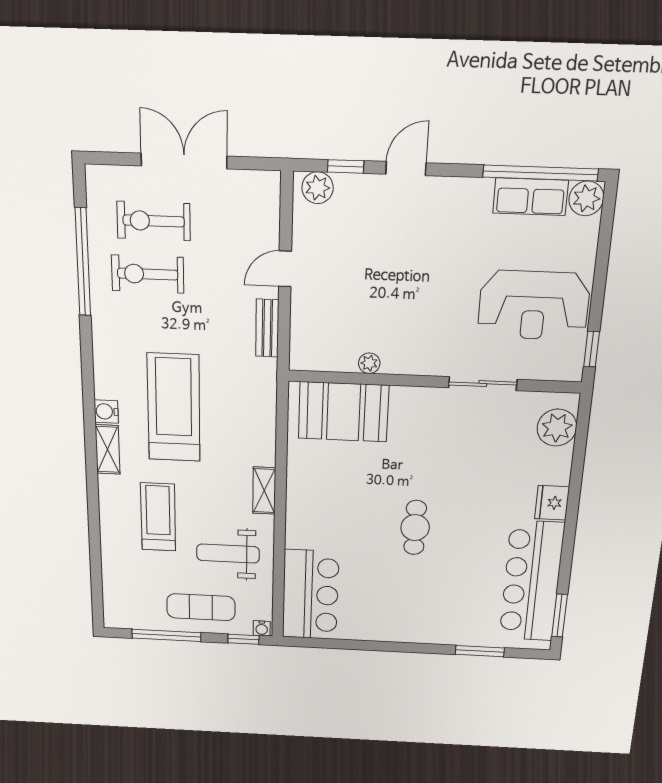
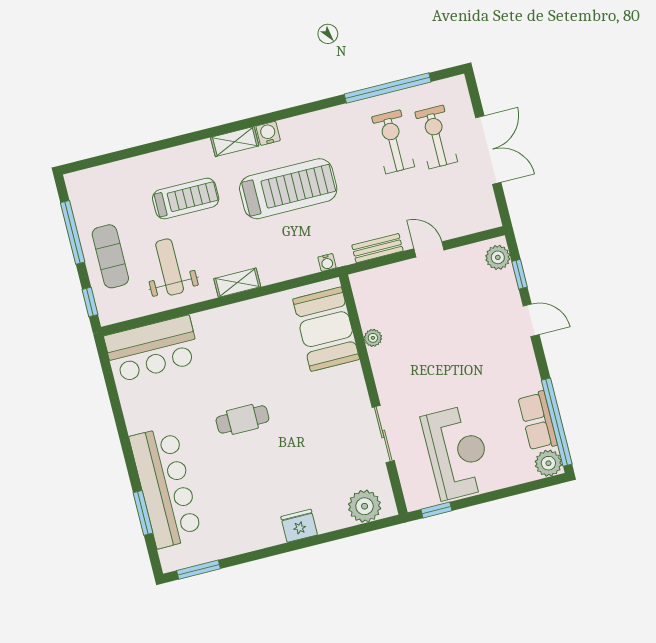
reception desk: (534, 305) -> (457, 452), turned 180
bar counter: (532, 581) -> (166, 487), moved, turned 90
water cooler: (262, 628) -> (327, 262), moved, turned -90

